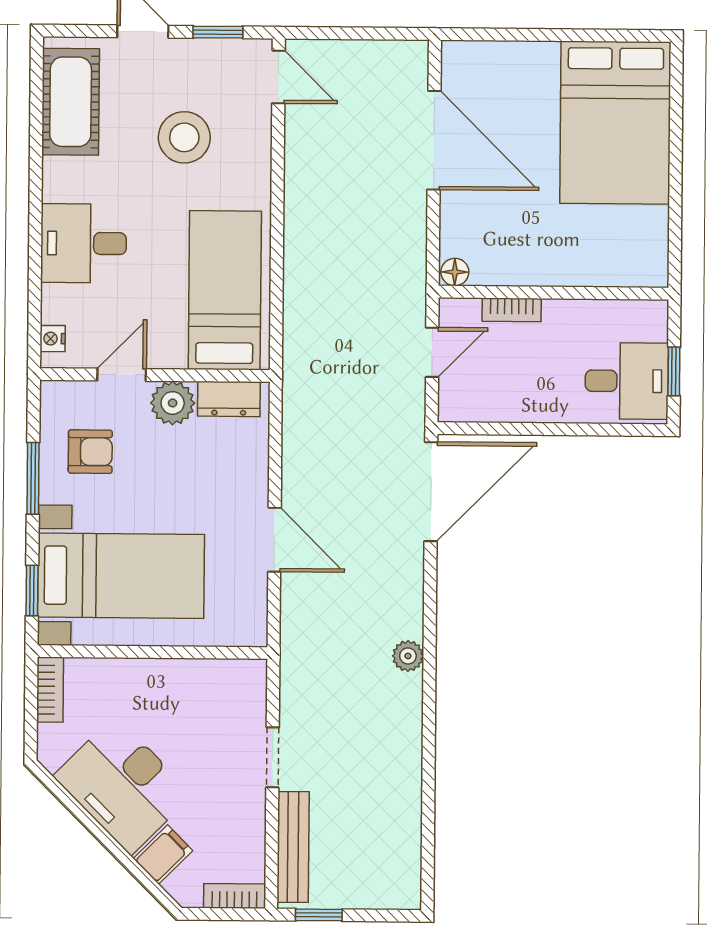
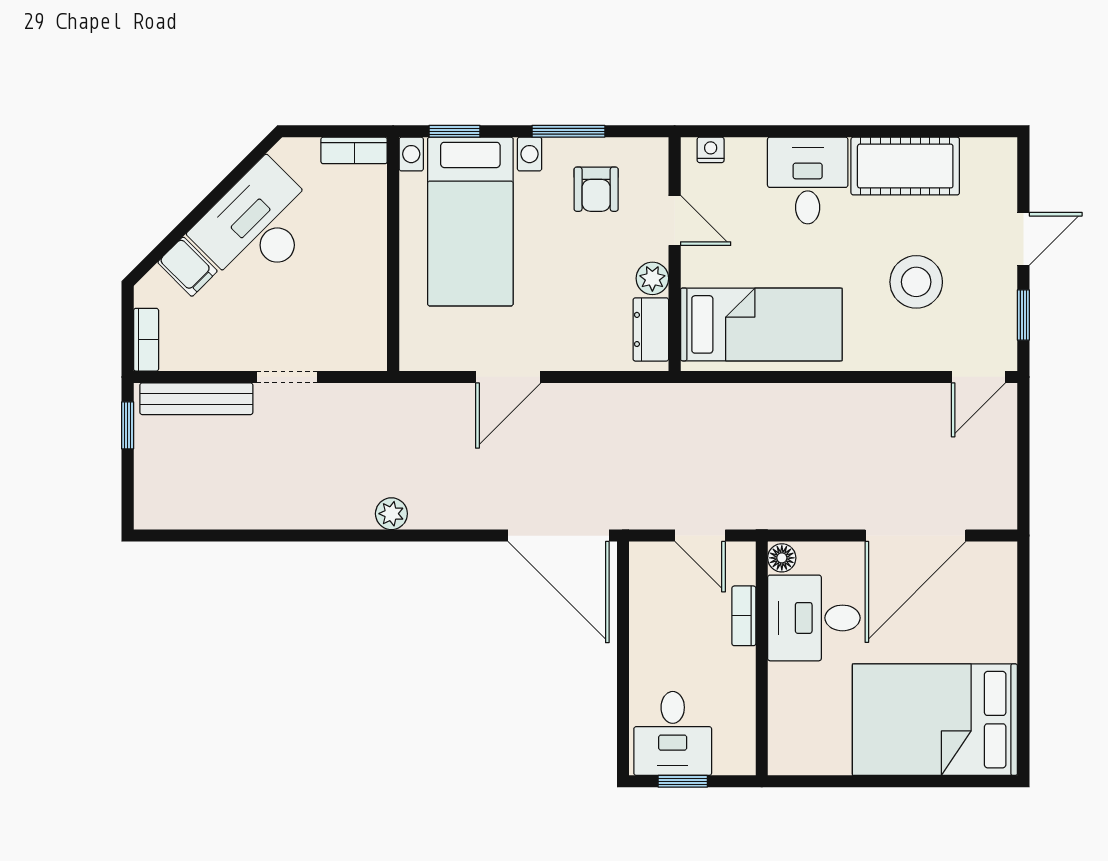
cot: (71, 102) -> (905, 166), moved
desk: (514, 241) -> (814, 618), added
plant: (173, 403) -> (652, 278), width x0.73, depth x0.73

